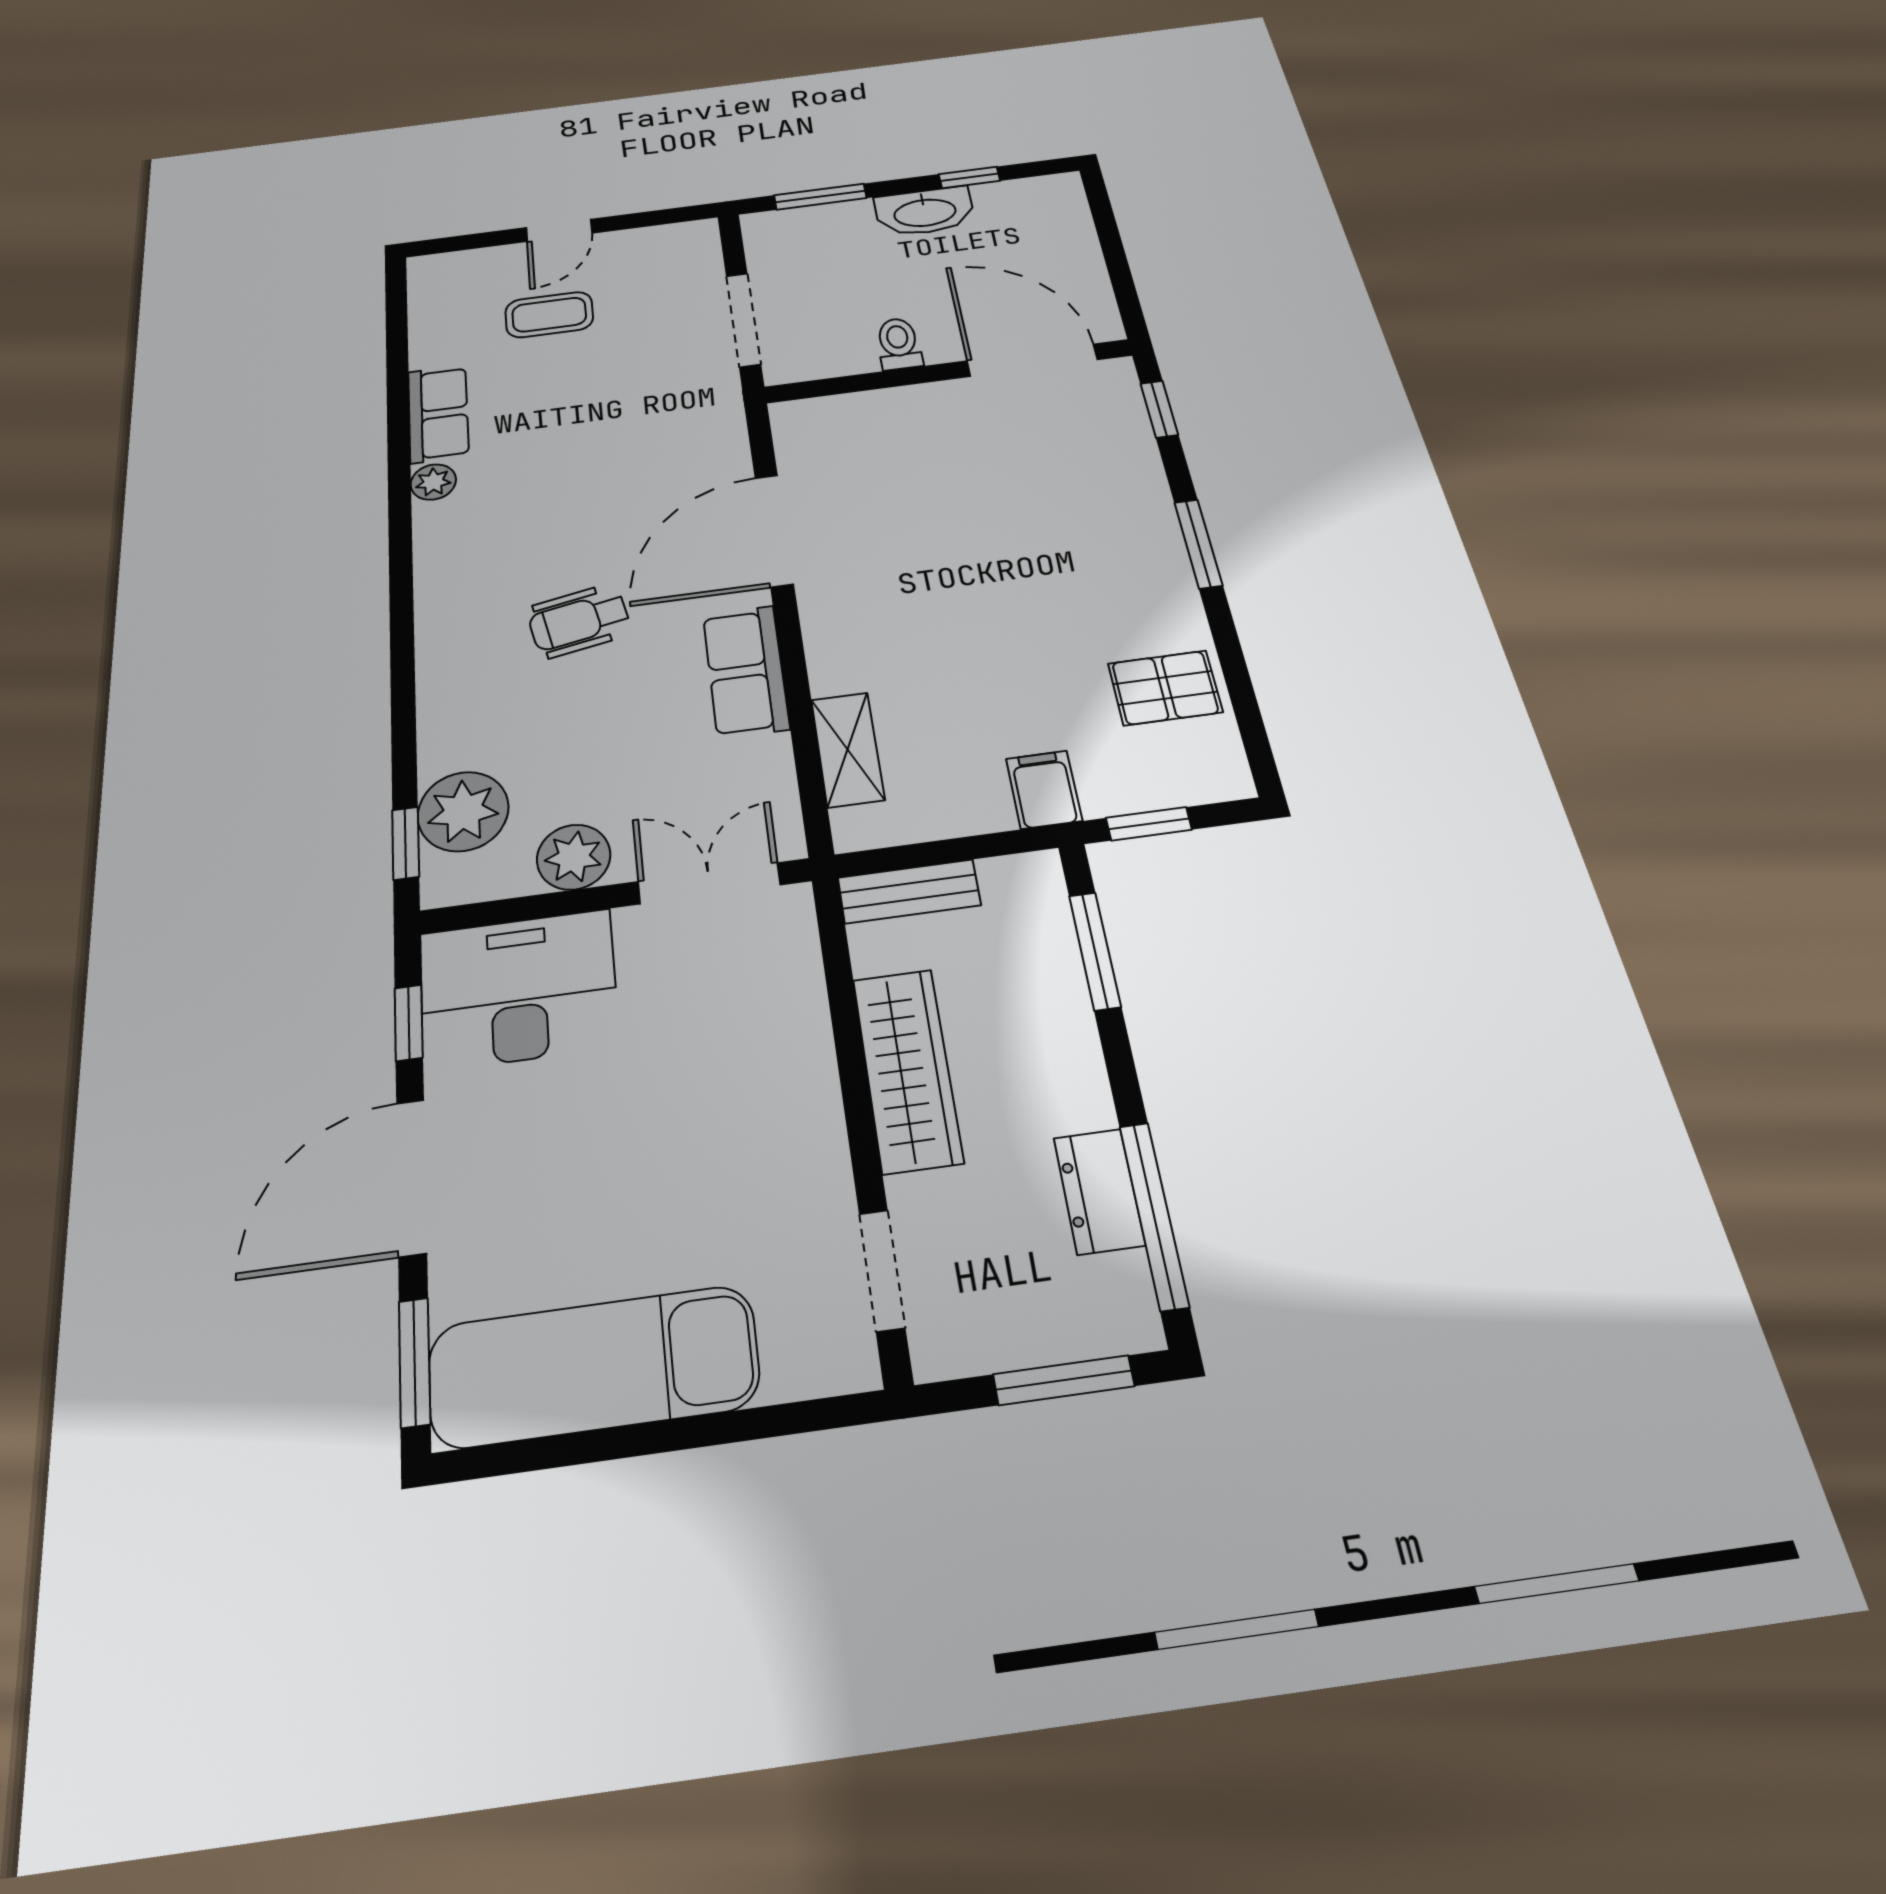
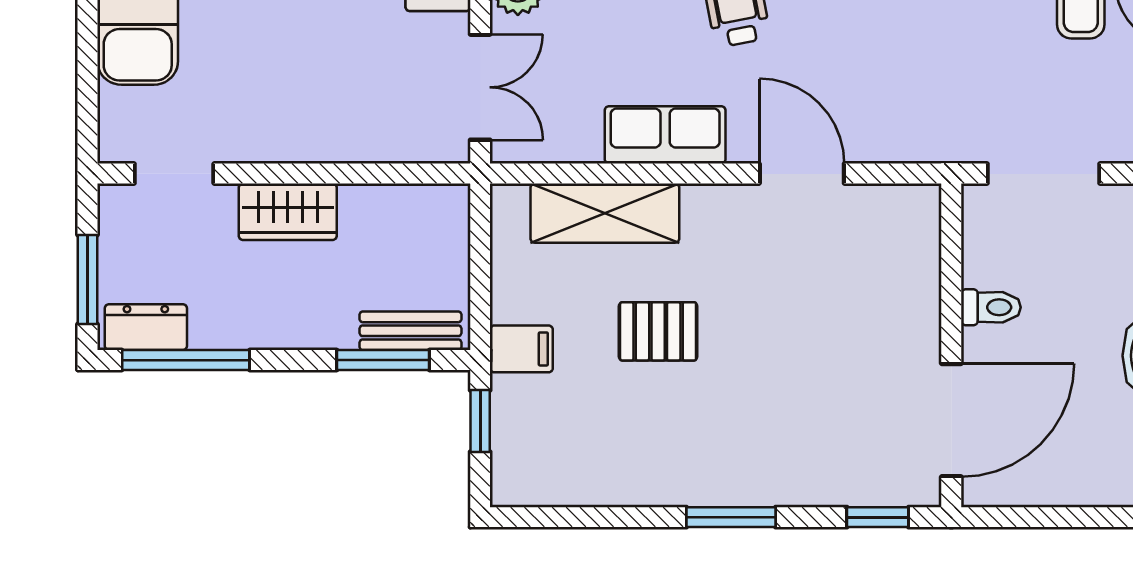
door: (774, 530) -> (802, 174), width x0.73
pallet: (1165, 688) -> (658, 331), moved, turned 90
shelving: (848, 749) -> (605, 213), width x1.50, depth x1.33
bench: (909, 891) -> (410, 331), moved, turned 90
wardrobe: (907, 1070) -> (288, 212), width x0.67
dresser: (1099, 1191) -> (146, 327), moved

